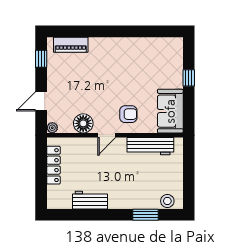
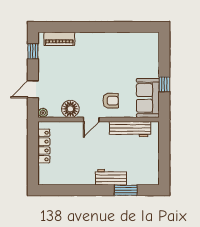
window: (189, 78) -> (164, 84), moved
workbench: (90, 200) -> (111, 177), moved
stool: (167, 201) -> (145, 178), removed

